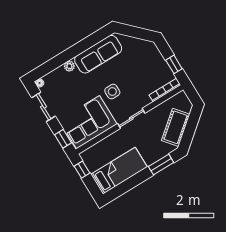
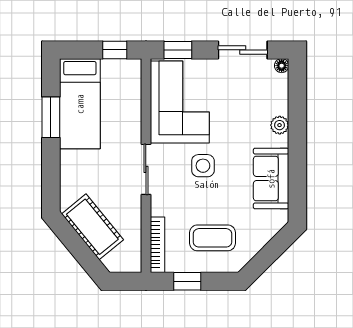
sofa: (98, 54) -> (271, 179), width x0.73
coffee table: (145, 65) -> (213, 238), added
window: (161, 164) -> (51, 117), moved

